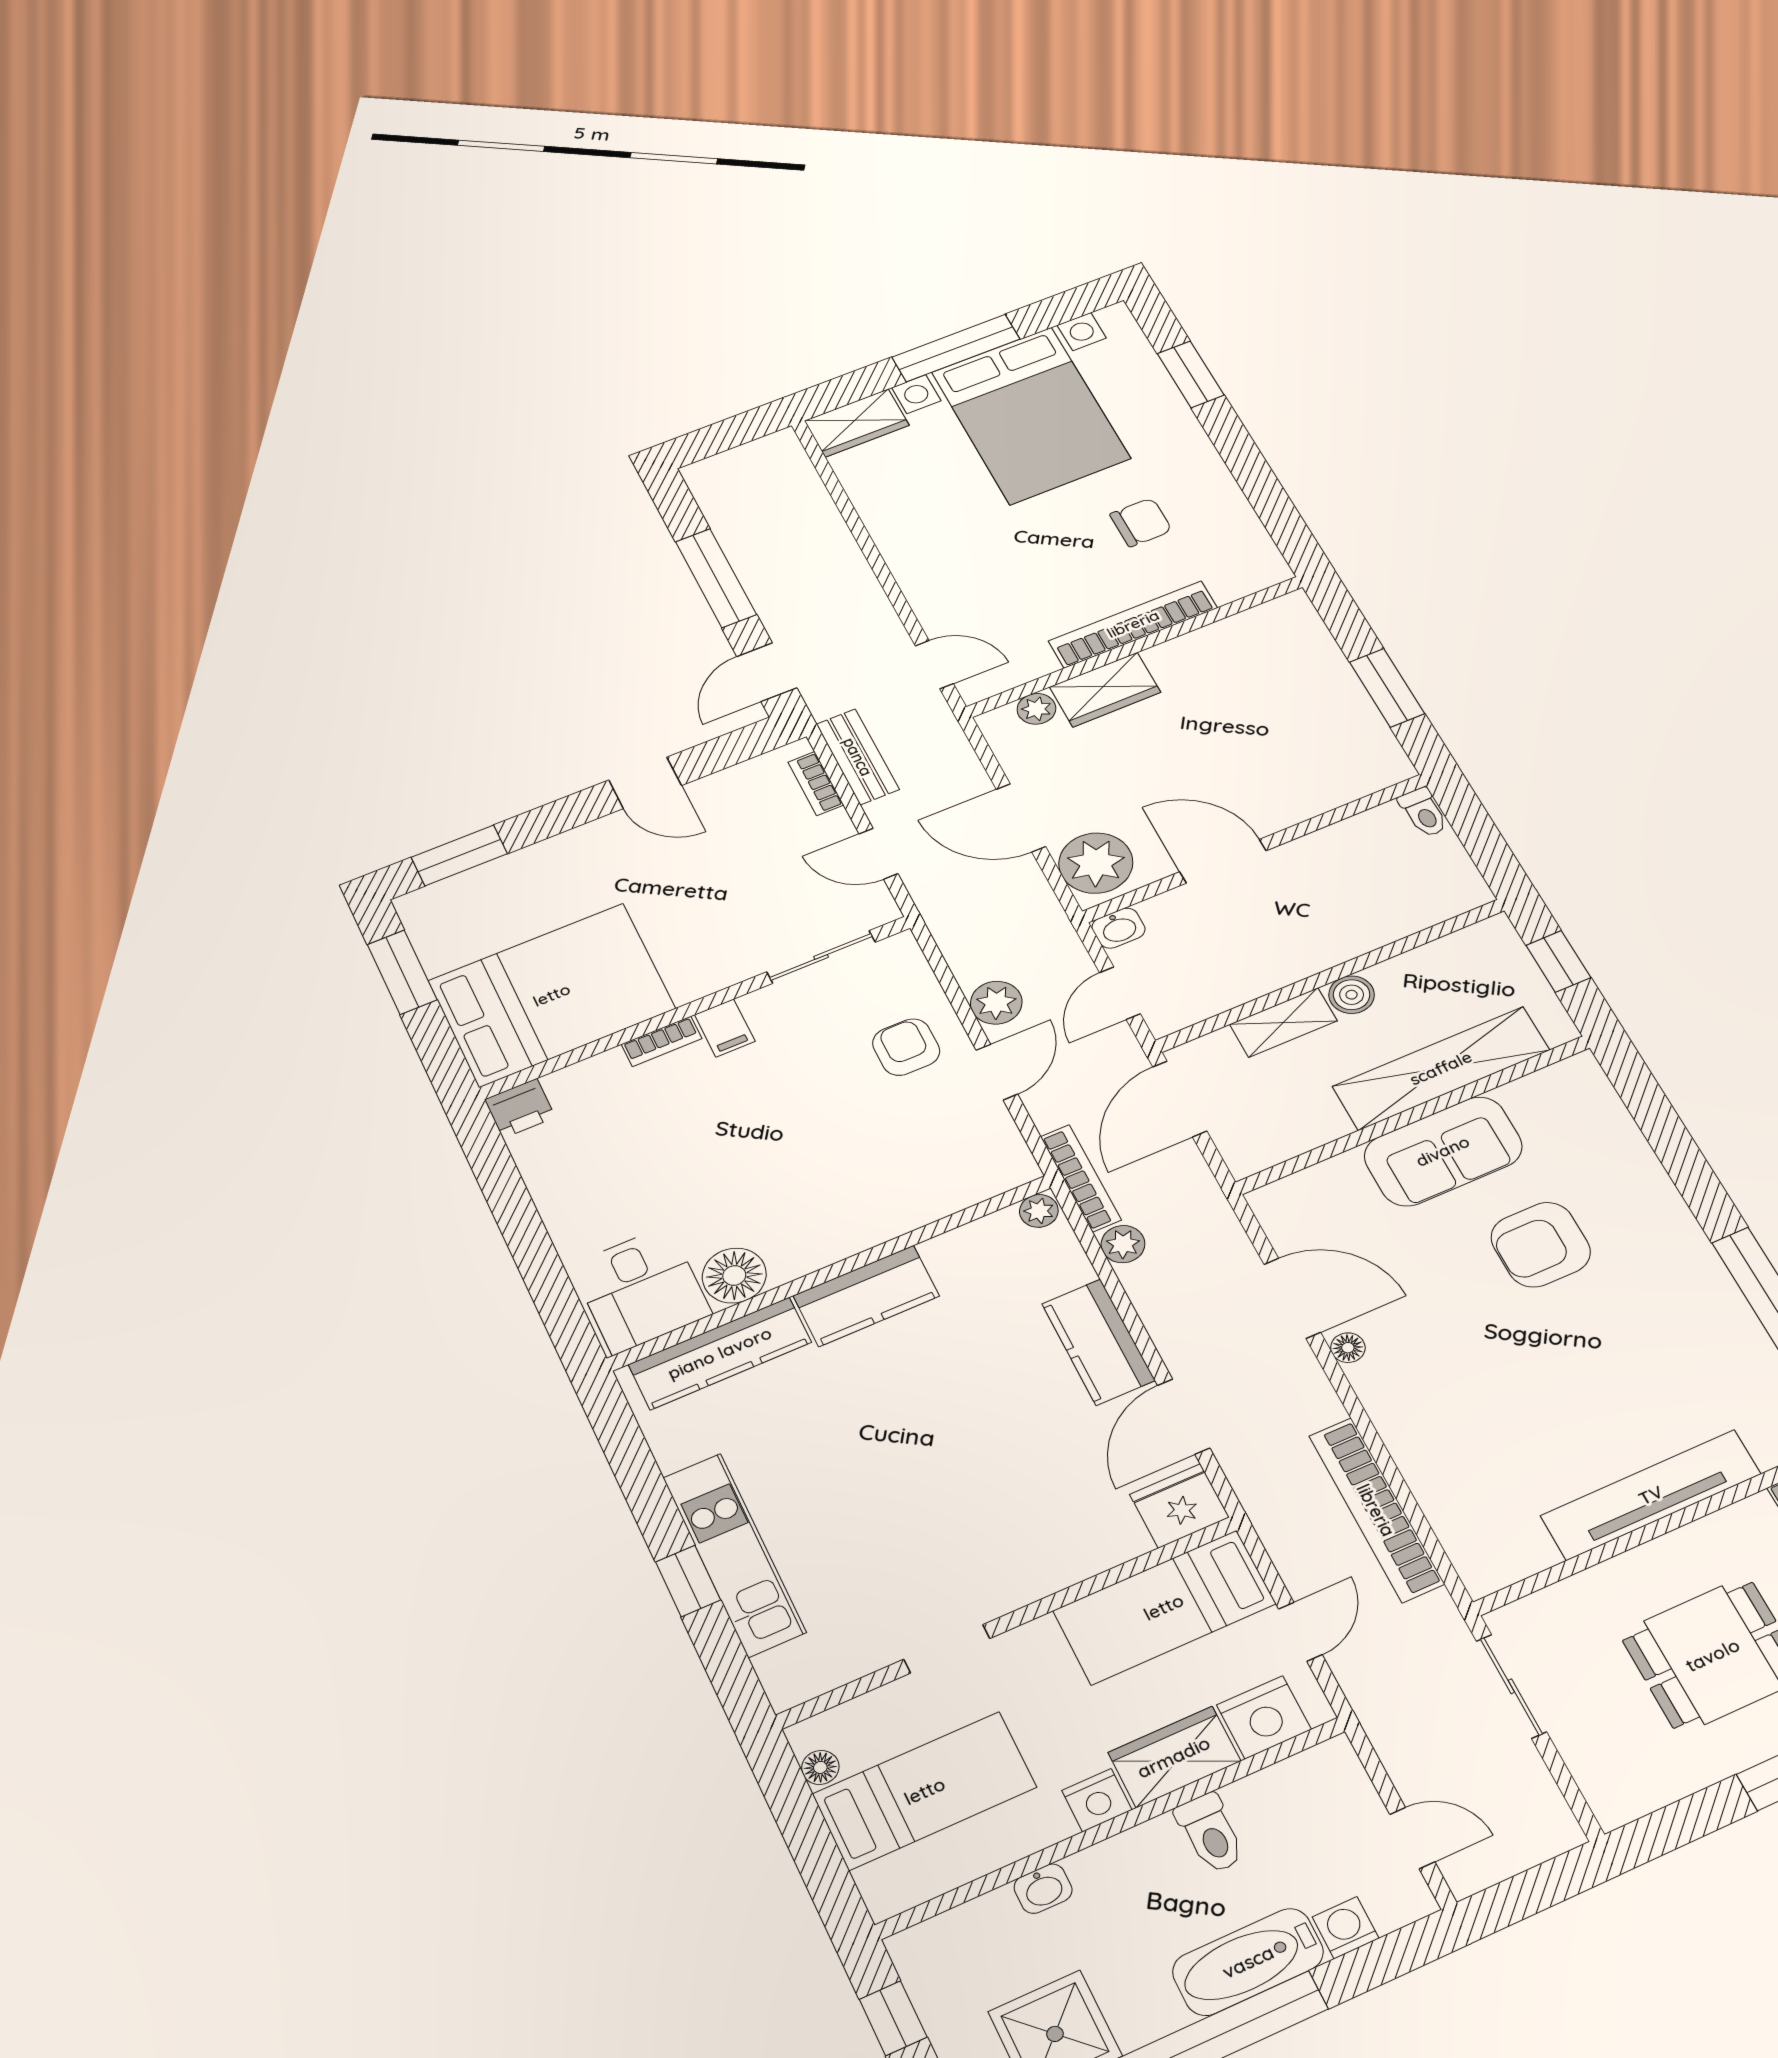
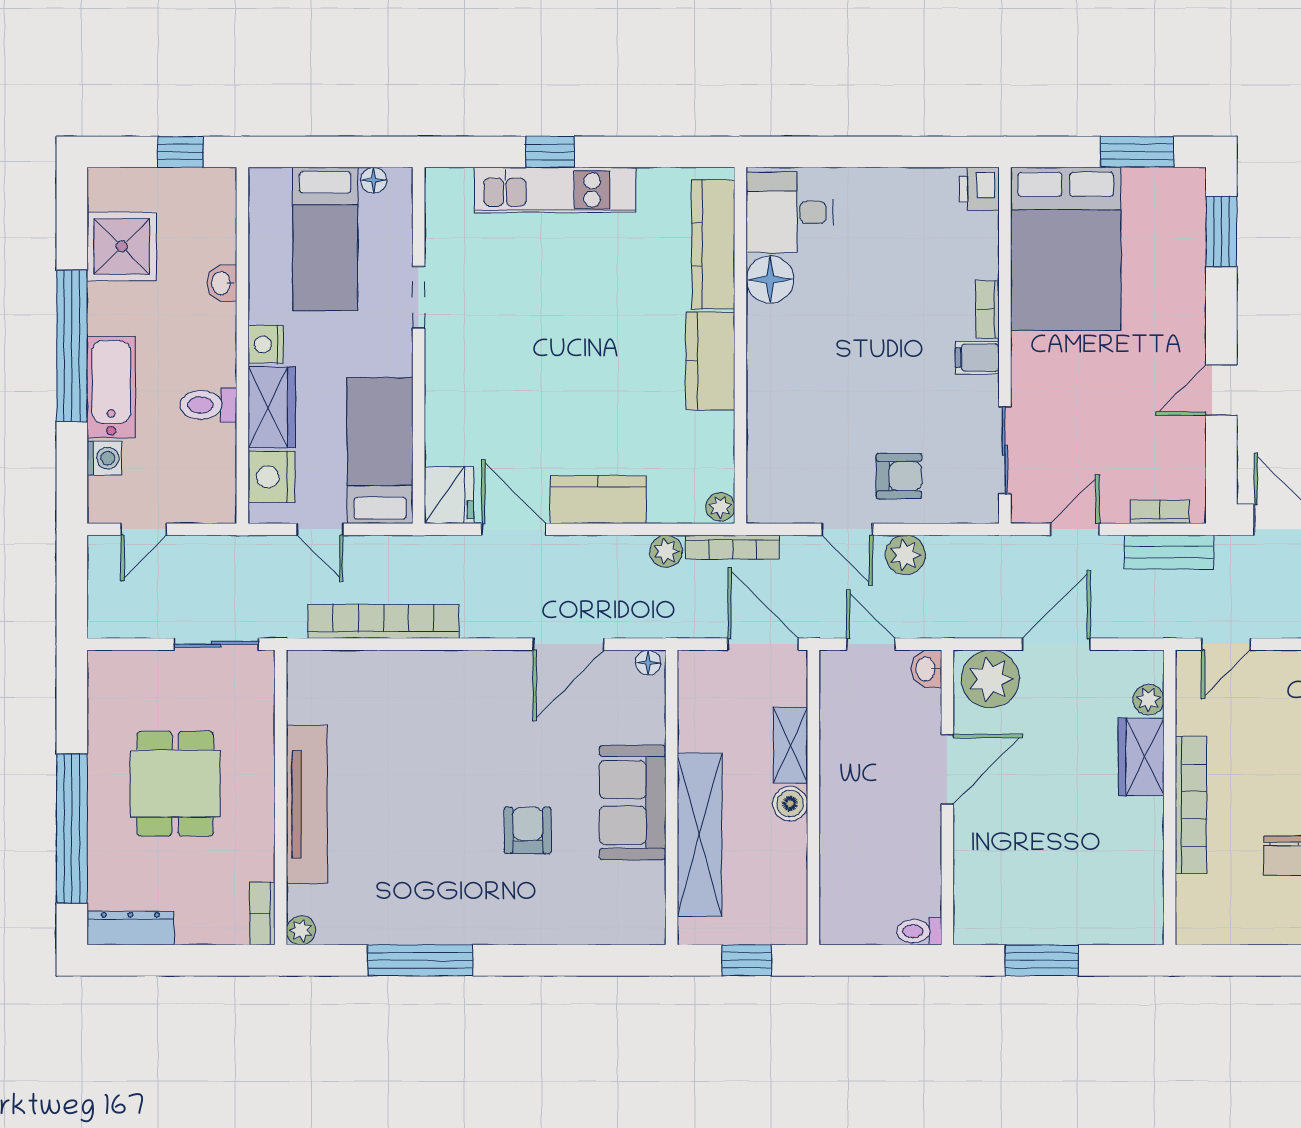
armchair: (1541, 1245) -> (528, 830), width x0.72, depth x0.72
floor lamp: (1348, 1348) -> (648, 663), moved

